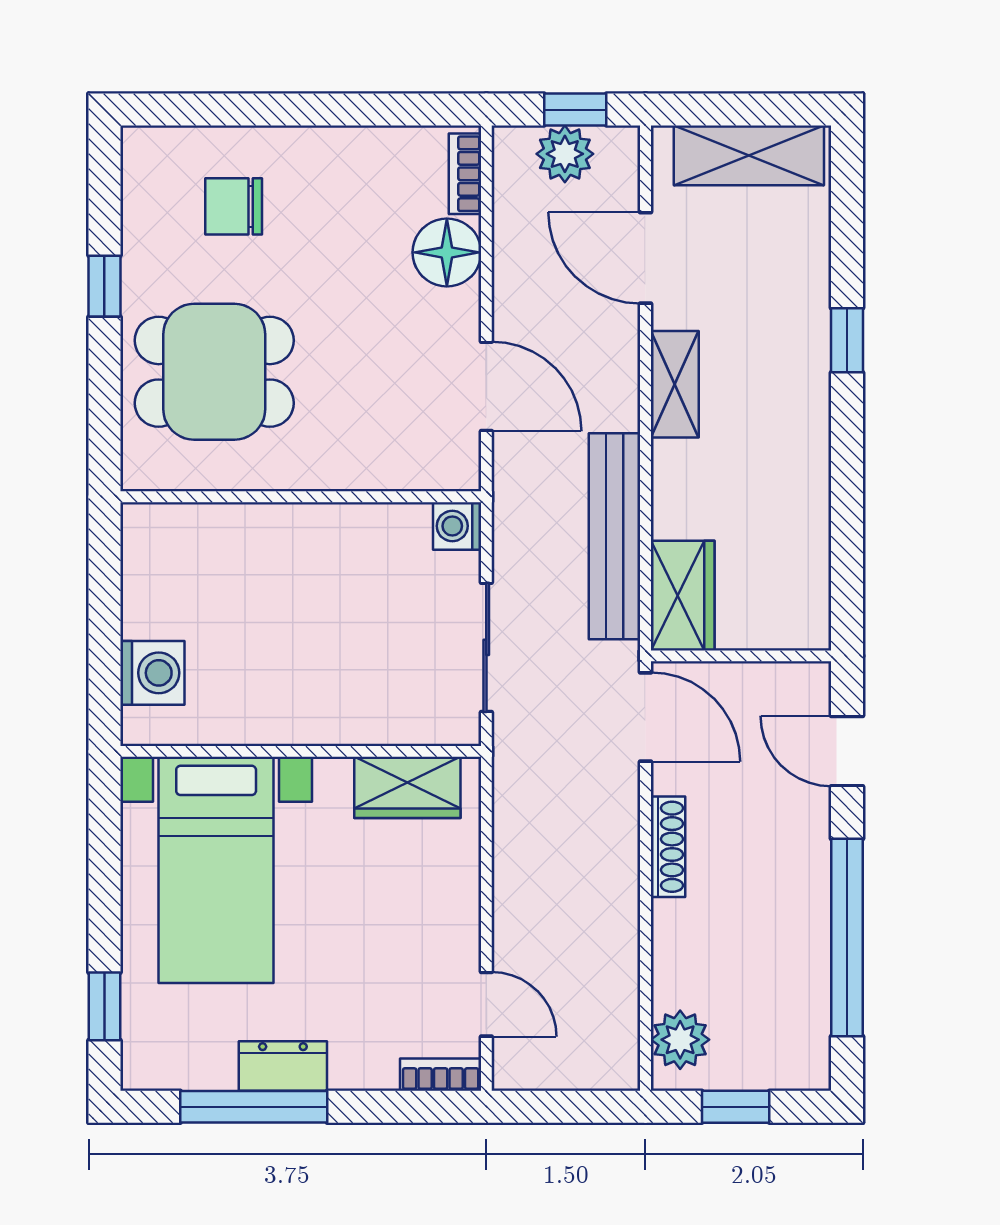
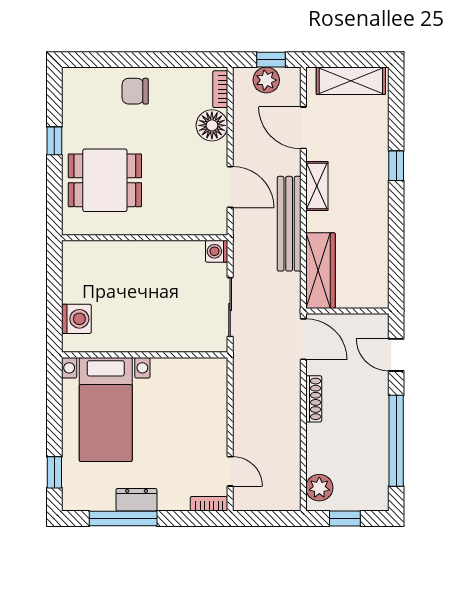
chair: (234, 206) -> (135, 91), moved
bench: (614, 536) -> (289, 224), moved
wardrobe: (683, 596) -> (320, 271), width x1.50
wardrobe: (407, 787) -> (194, 372), removed

